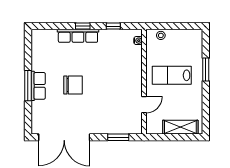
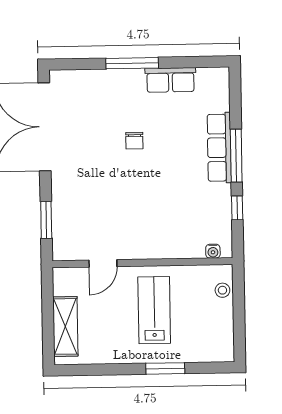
window: (83, 26) -> (236, 156), width x2.17
chair: (73, 85) -> (134, 141), width x0.54, depth x0.54
row of seats: (38, 86) -> (170, 80), moved
door: (144, 105) -> (103, 263), hinge flipped

